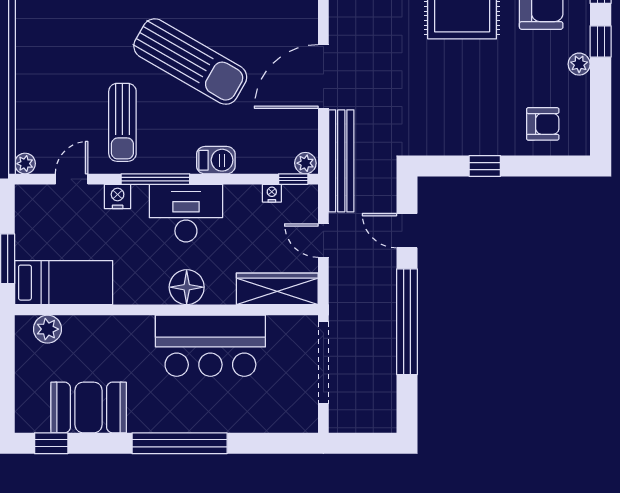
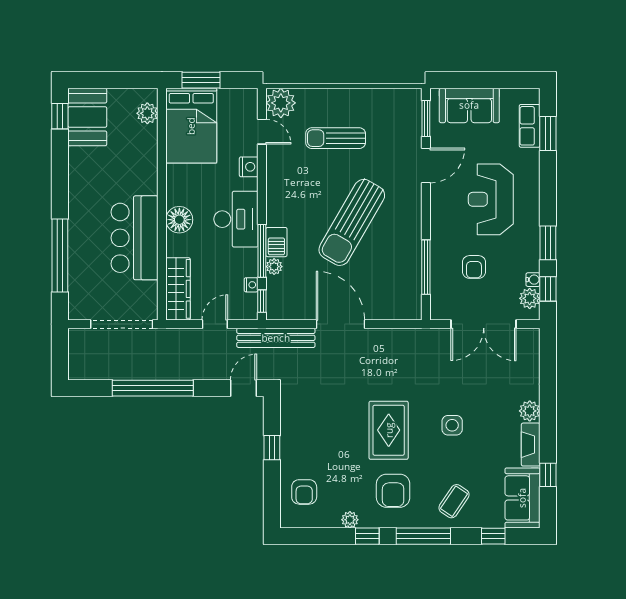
sun lounger: (122, 122) -> (336, 138), moved
plant: (305, 163) -> (274, 267), moved
plant: (25, 164) -> (281, 103), width x1.88, depth x1.88
window: (155, 179) -> (262, 251), moved
door: (407, 231) -> (244, 388), moved
bed: (64, 283) -> (191, 126), width x1.50
booth: (89, 407) -> (87, 117), moved
window: (180, 443) -> (60, 256), moved

